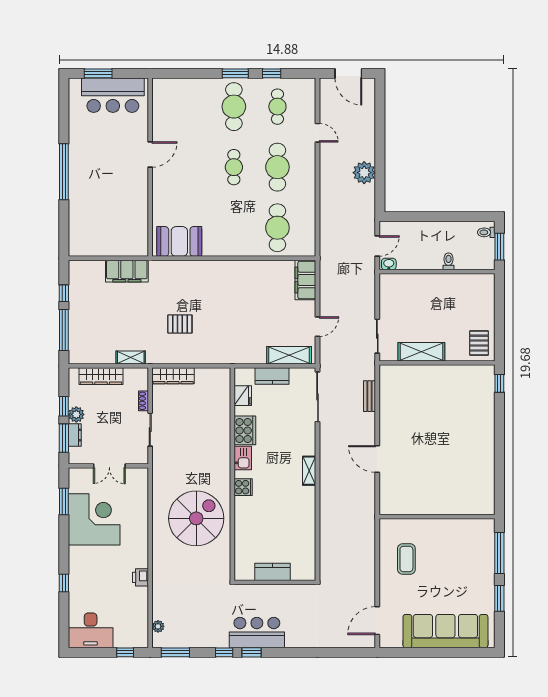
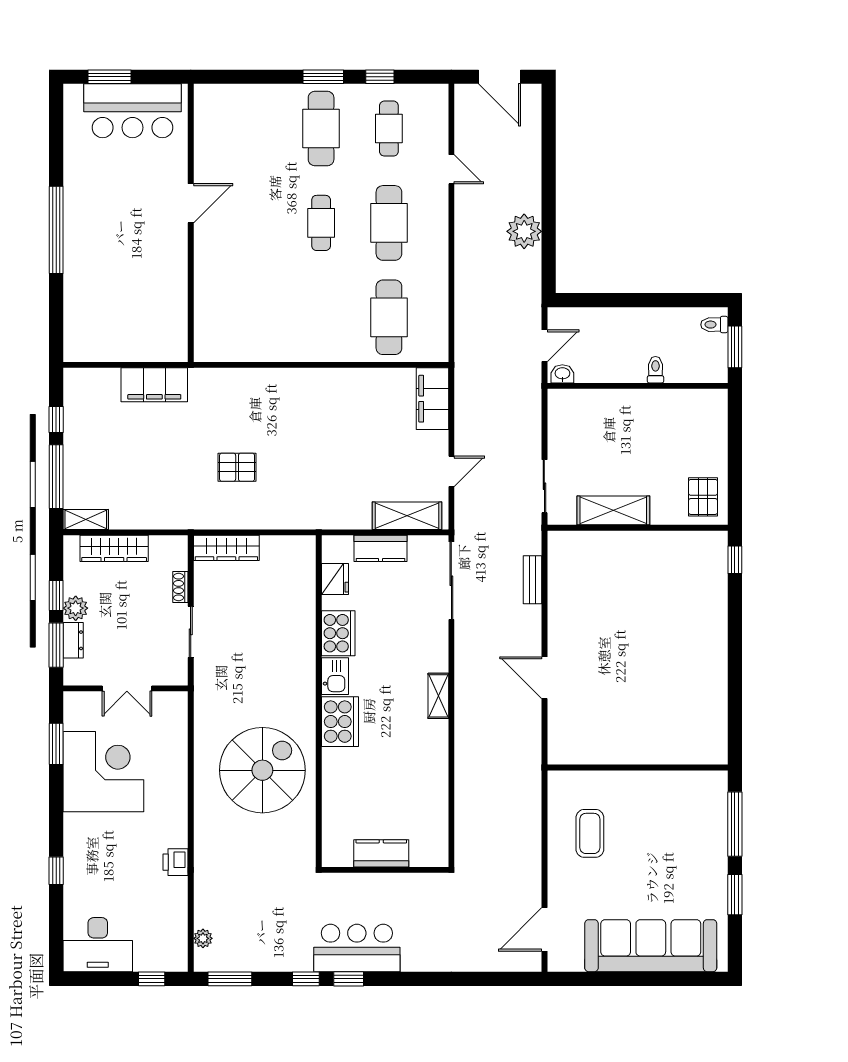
booth: (179, 241) -> (236, 339), removed
shelving: (131, 357) -> (86, 519), moved
cooker: (243, 487) -> (340, 722), width x1.87, depth x1.31

